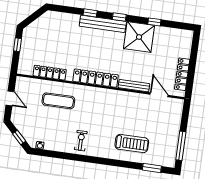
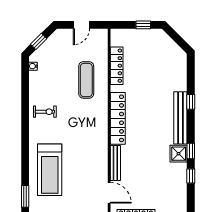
window: (119, 17) -> (191, 151), moved
shower: (139, 37) -> (179, 154), width x0.54, depth x0.54
door: (159, 95) -> (109, 193), hinge flipped
treadmill: (132, 144) -> (50, 170), width x1.37, depth x1.38

